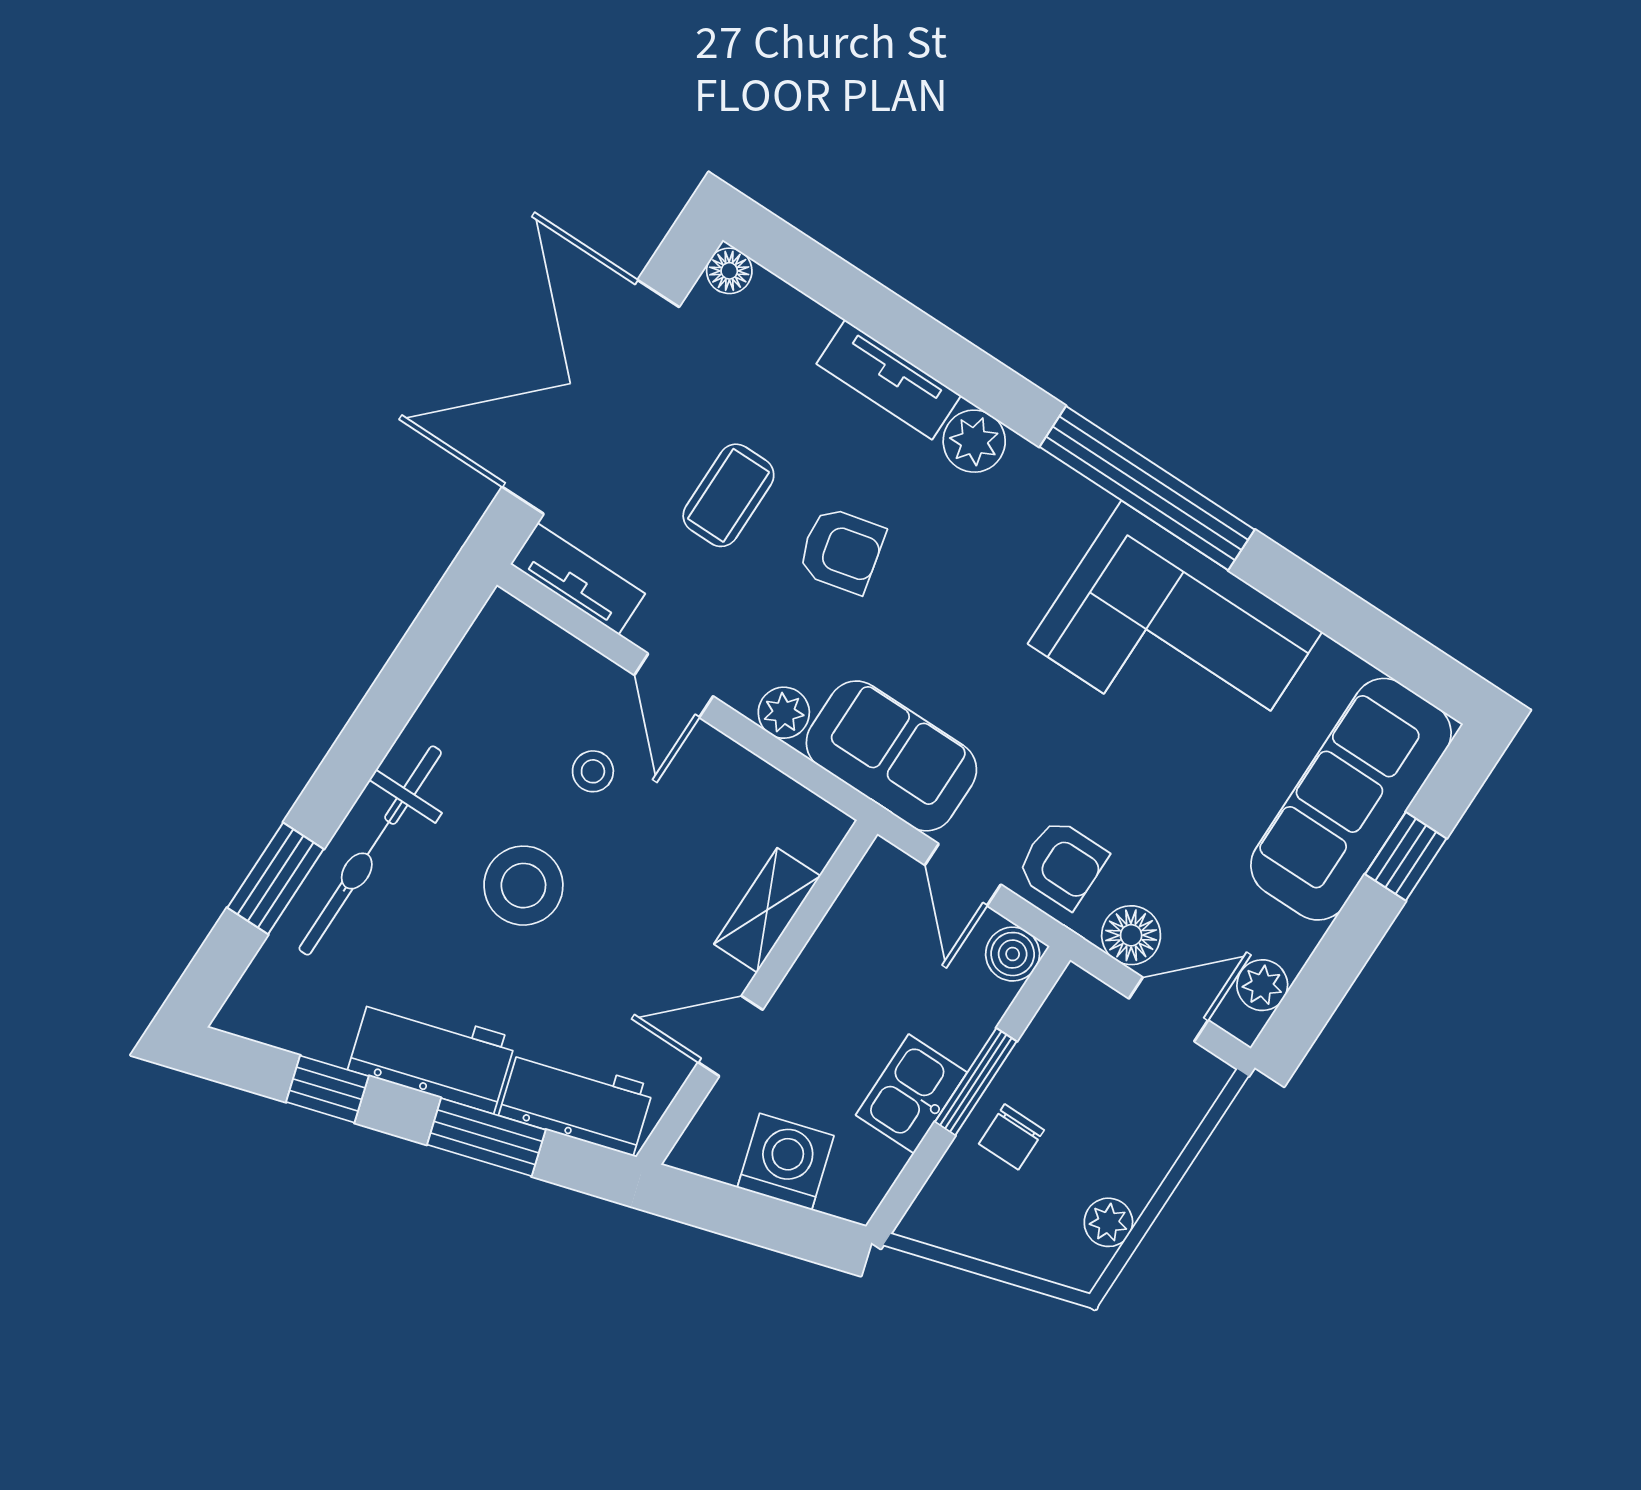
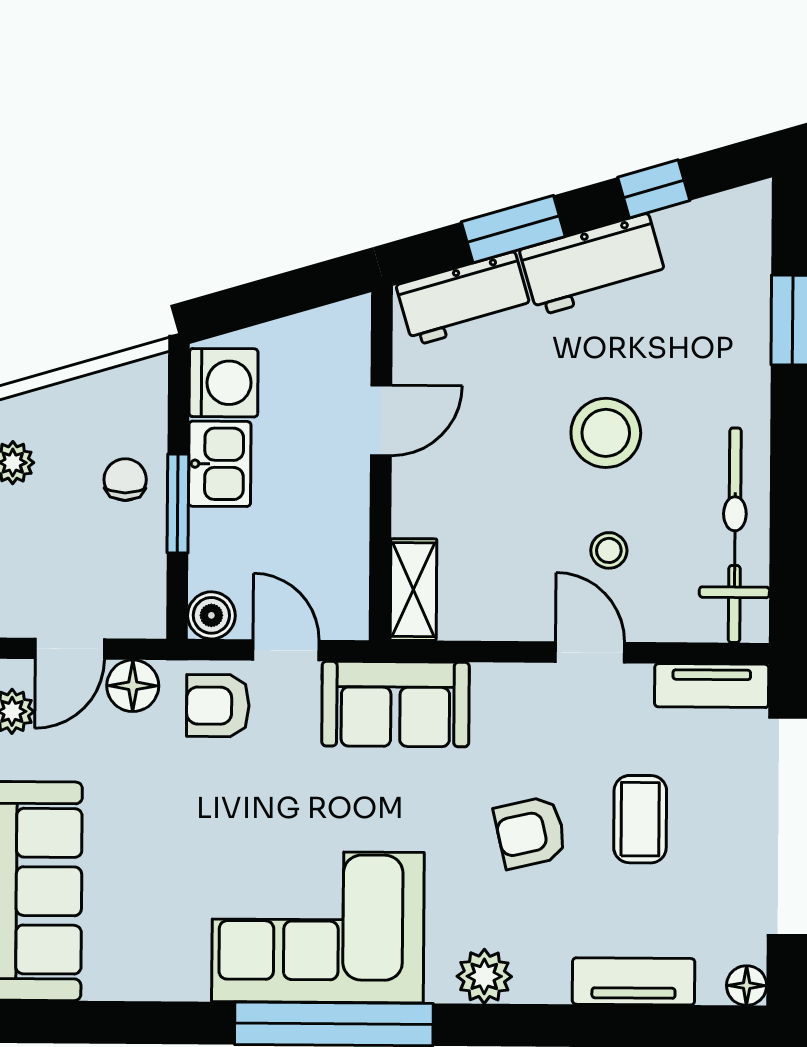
tv unit: (889, 380) -> (634, 981), moved
corner sofa: (1175, 638) -> (318, 927), moved
plant: (784, 713) -> (496, 685), removed
bicycle: (370, 851) -> (735, 535), moved
shelving: (767, 910) -> (413, 590), moved
washing machine: (786, 1162) -> (224, 383), moved, turned -74

